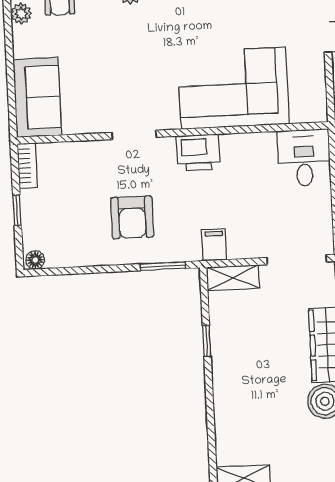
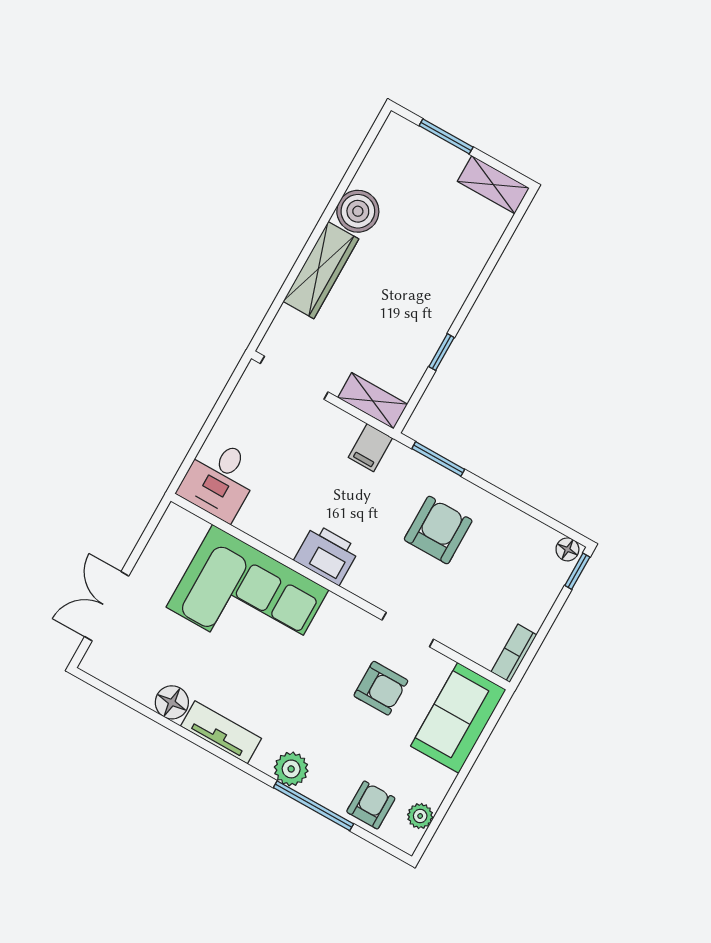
armchair: (103, 84) -> (381, 688), added
doorway: (134, 135) -> (408, 630), moved
window: (17, 210) -> (577, 571), moved

